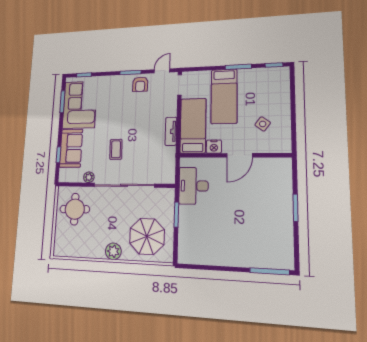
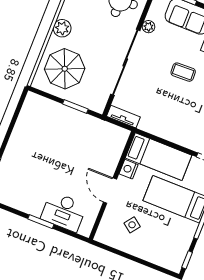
tv unit: (171, 131) -> (123, 117), moved
coffee table: (116, 149) -> (183, 72), moved
desk: (193, 186) -> (64, 212), moved, turned 180

